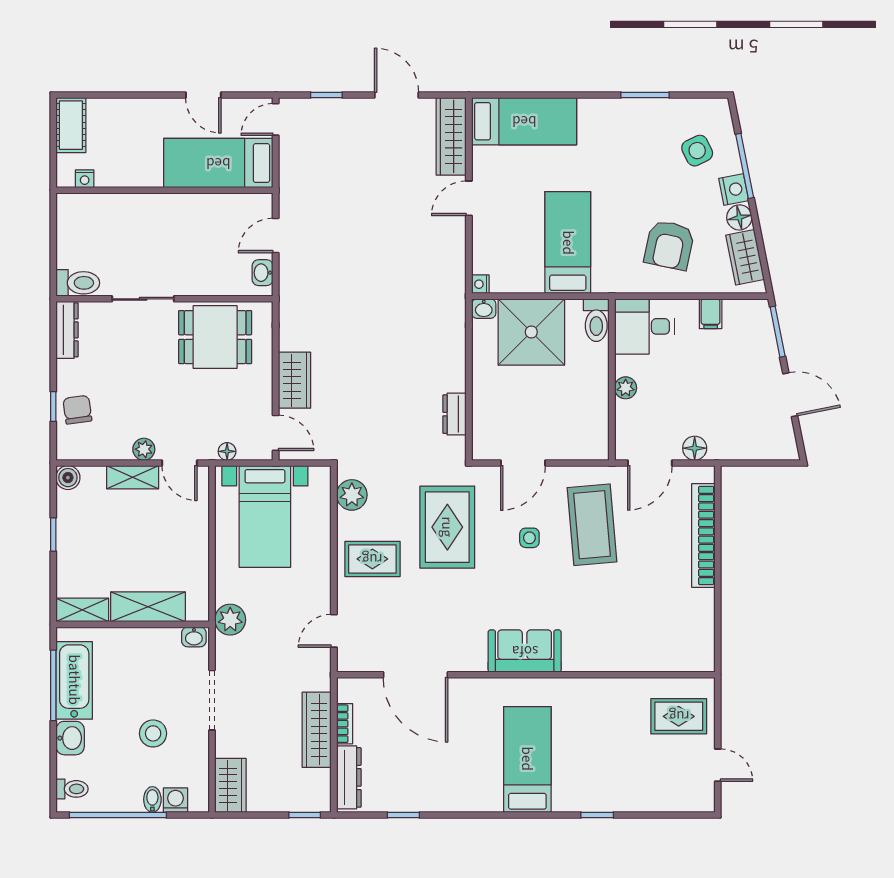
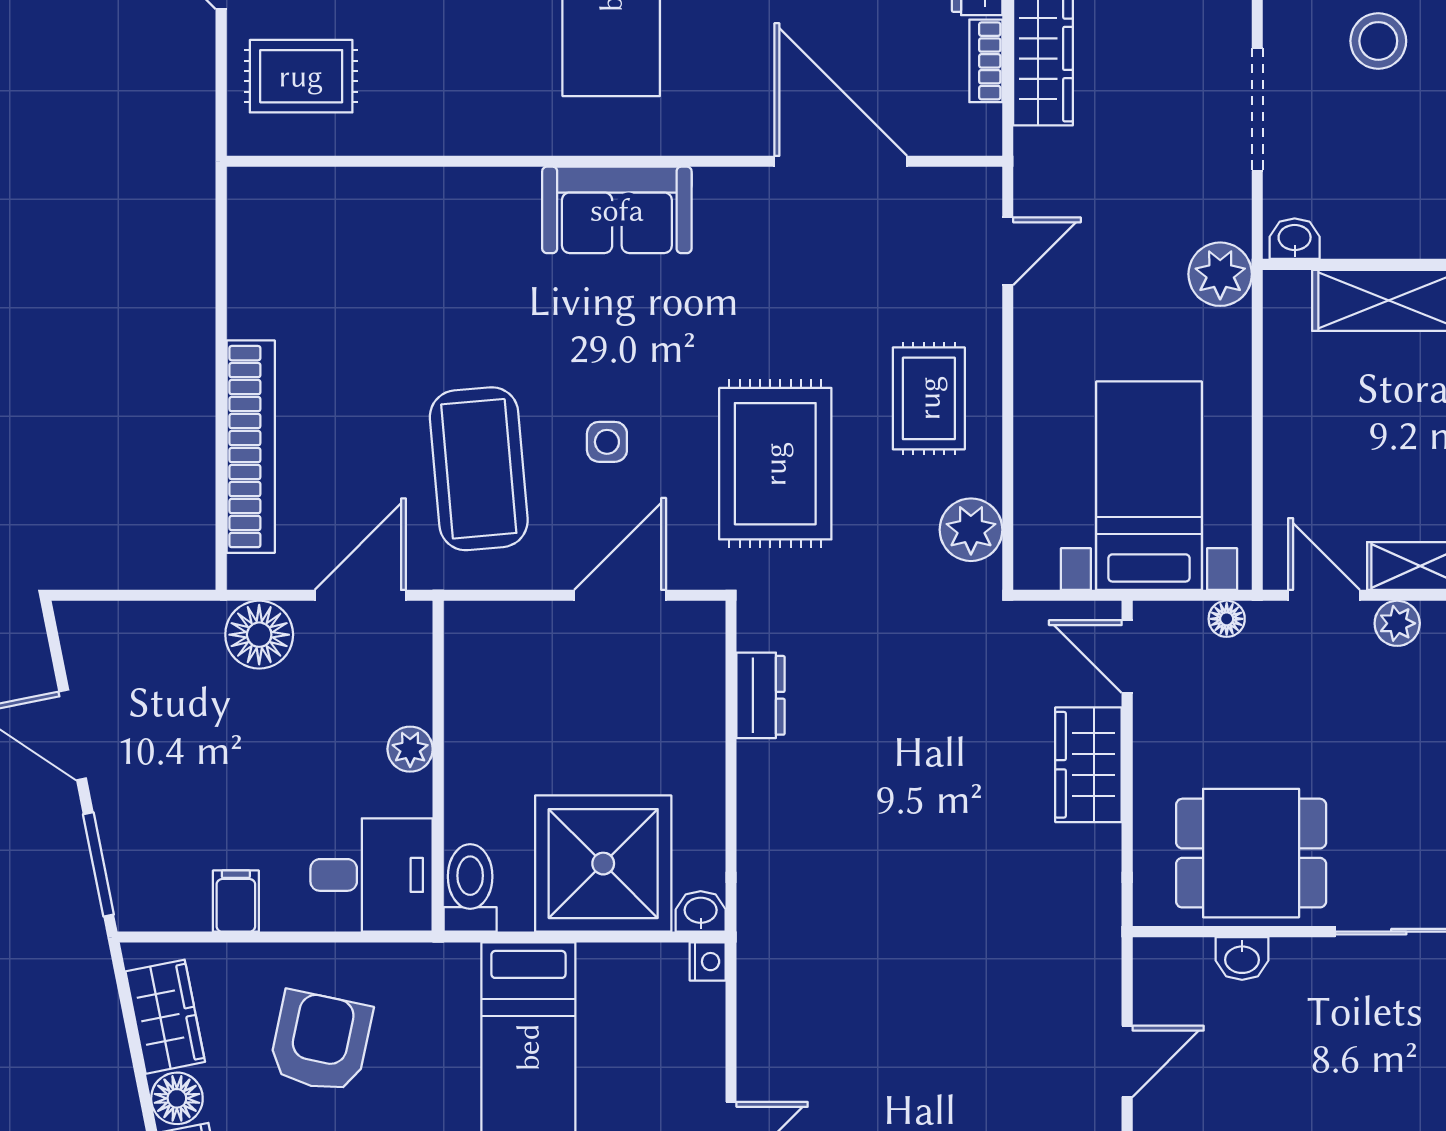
washbasin: (263, 273) -> (1242, 958), moved, turned 90
floor lamp: (695, 448) -> (259, 635), width x1.38, depth x1.38
rug: (372, 559) -> (929, 398), turned 90

